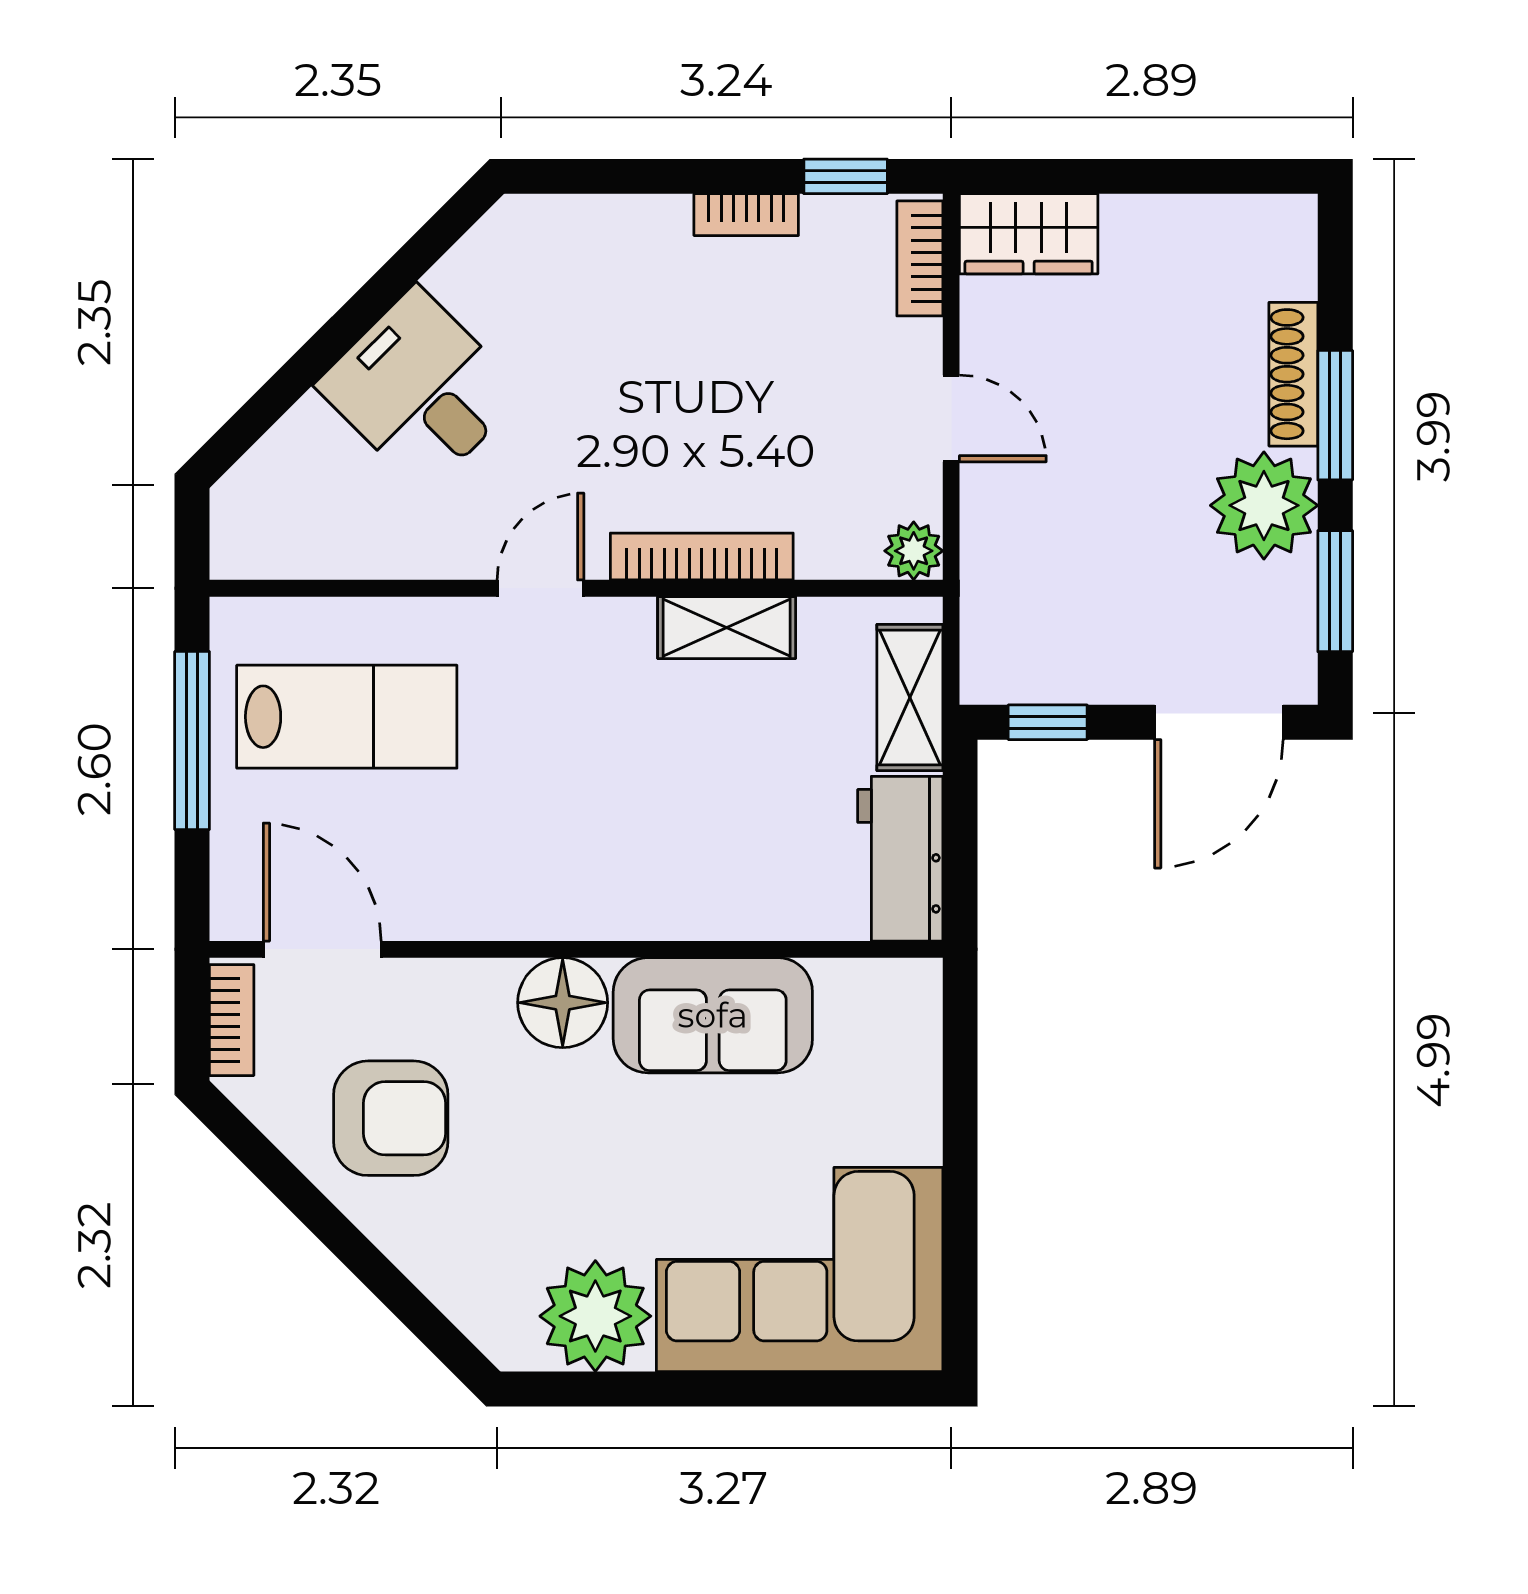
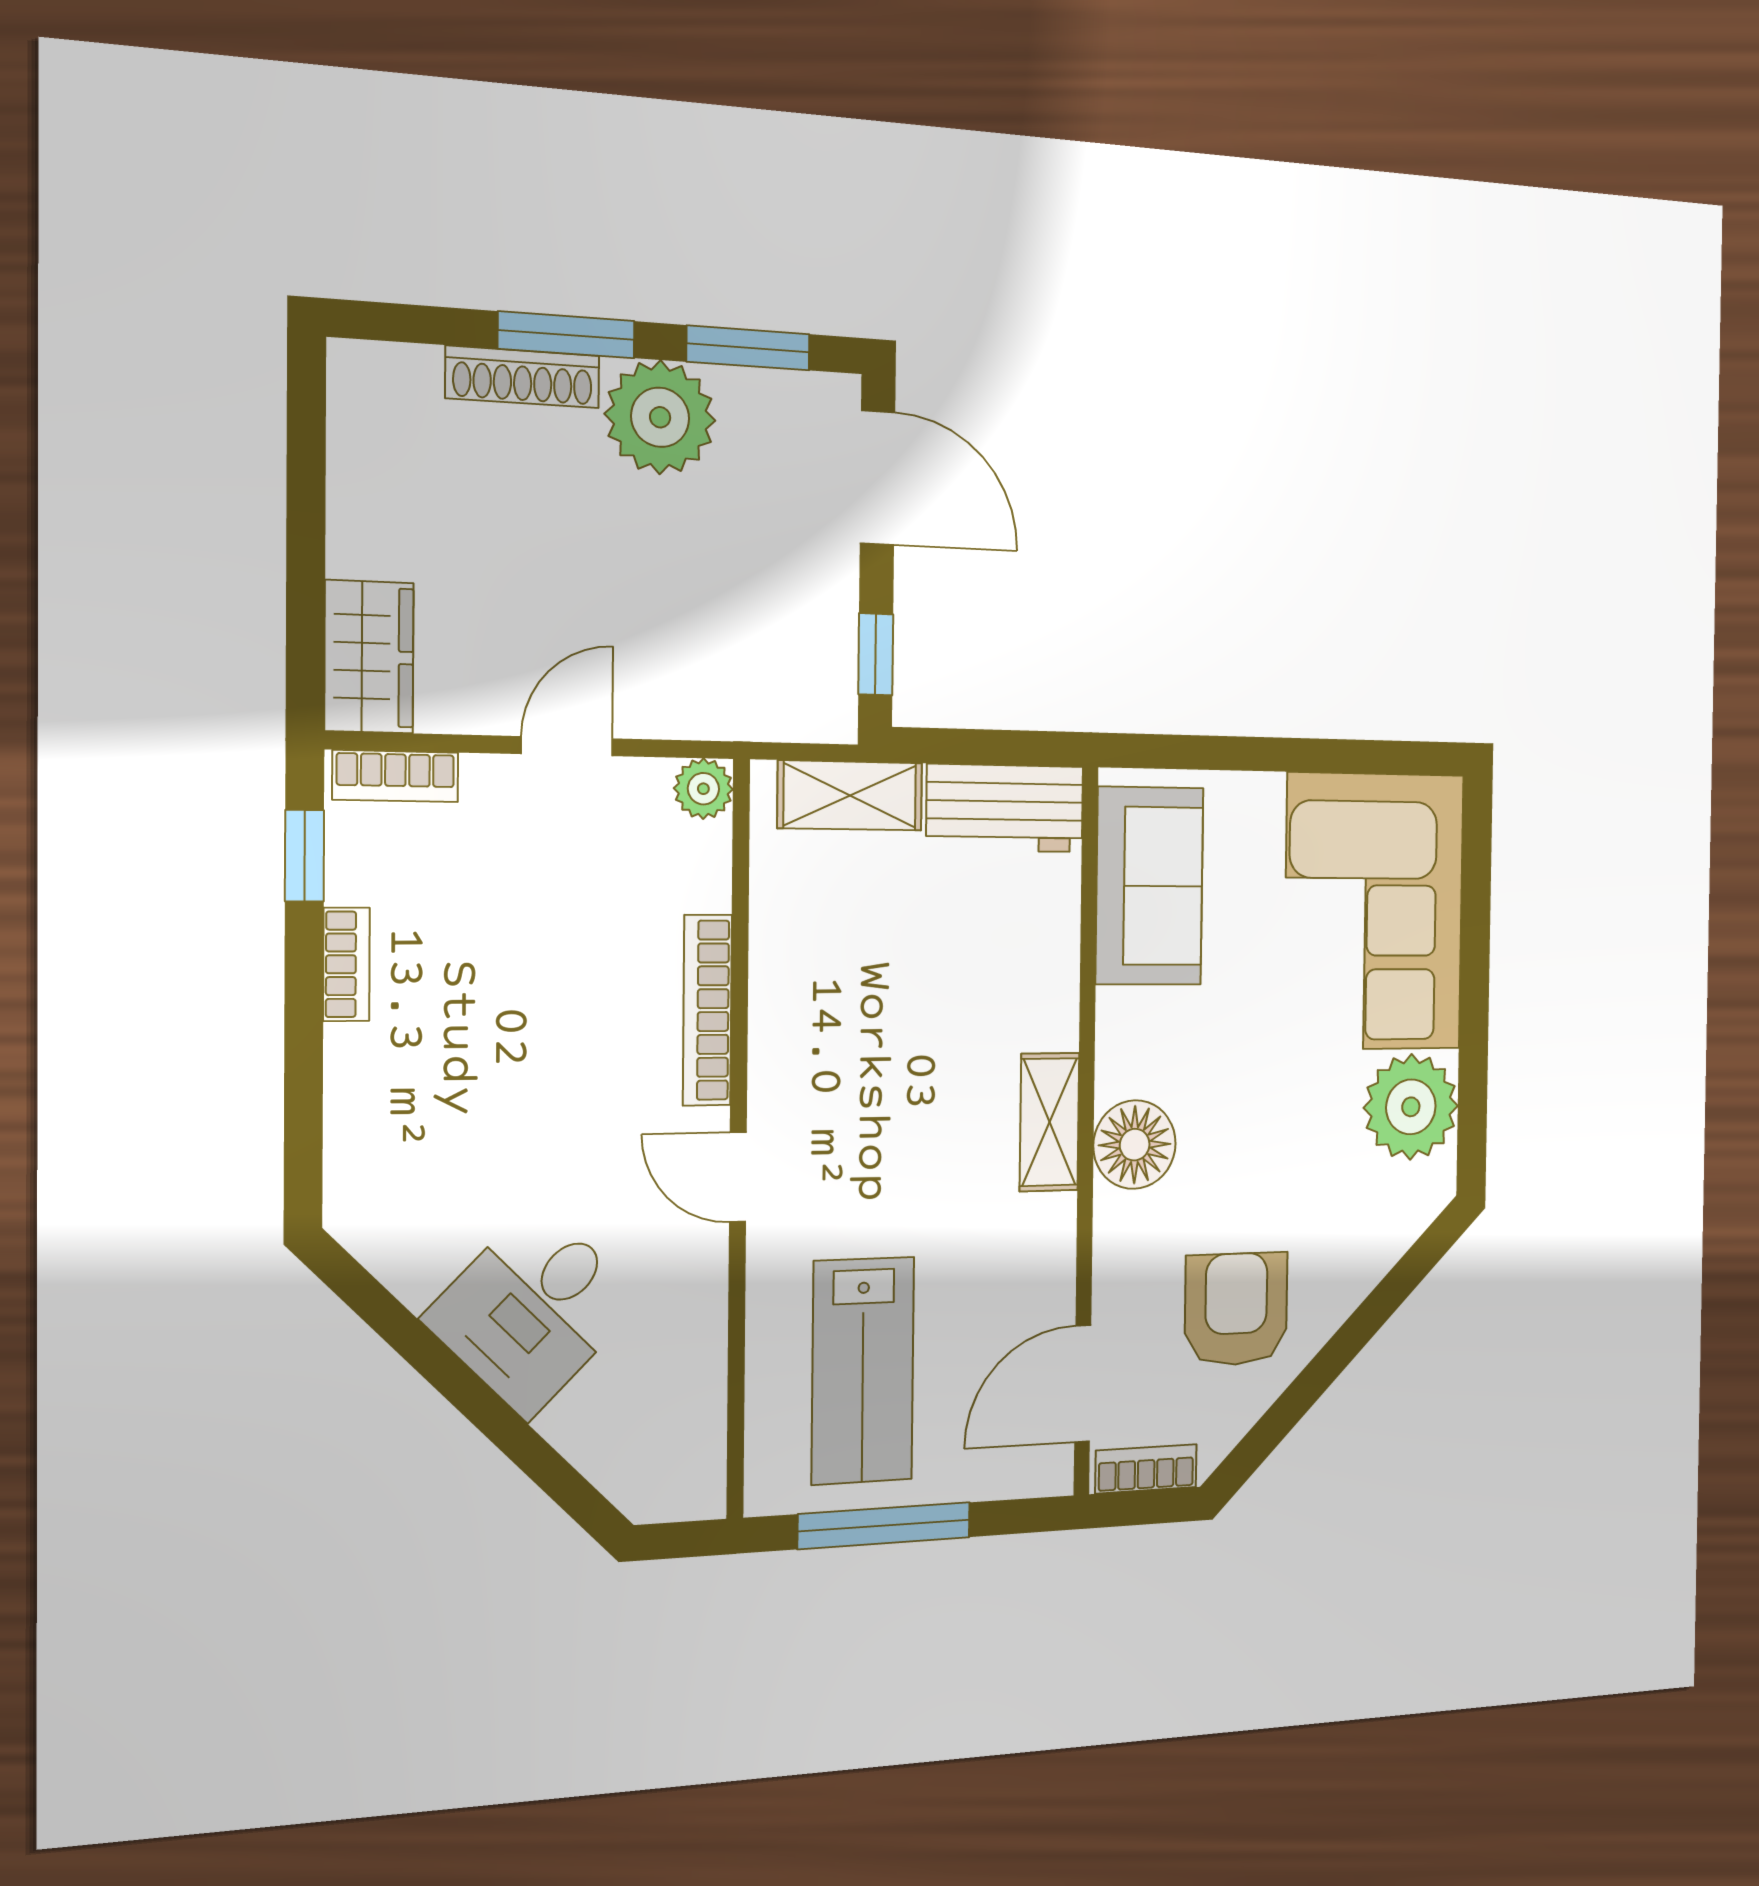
shelving: (727, 628) -> (1050, 1122), moved
lab bench: (347, 717) -> (863, 1371), turned 180
sofa: (713, 1015) -> (1150, 886), moved

